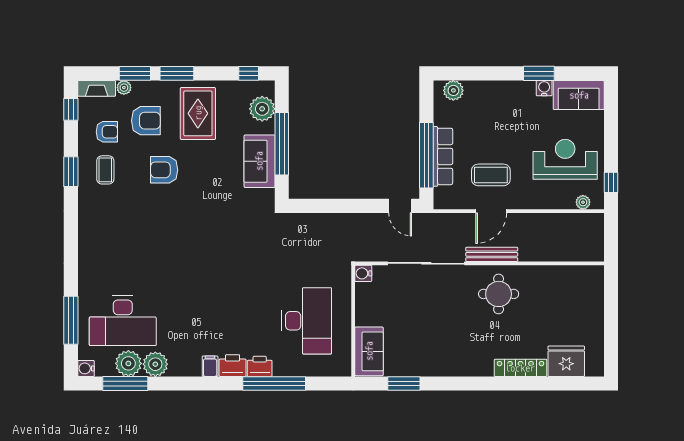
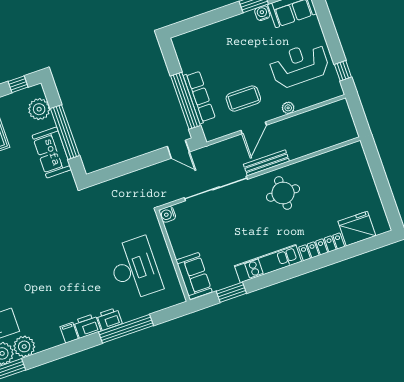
plant: (453, 90) -> (189, 40), removed
plant: (583, 202) -> (288, 108), moved
kitchen unit: (455, 366) -> (268, 264), added

